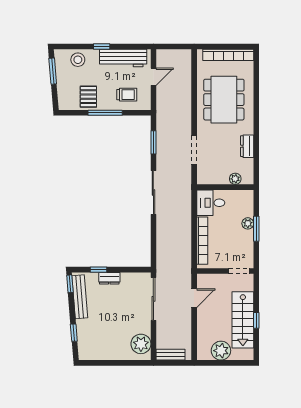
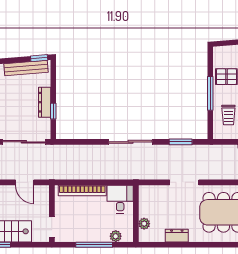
doorway: (194, 150) -> (184, 182), moved
plant: (248, 223) -> (116, 236), moved
window: (256, 229) -> (94, 245), width x1.44
window: (99, 270) -> (53, 111), moved
dresser: (109, 278) -> (45, 102), width x1.44

